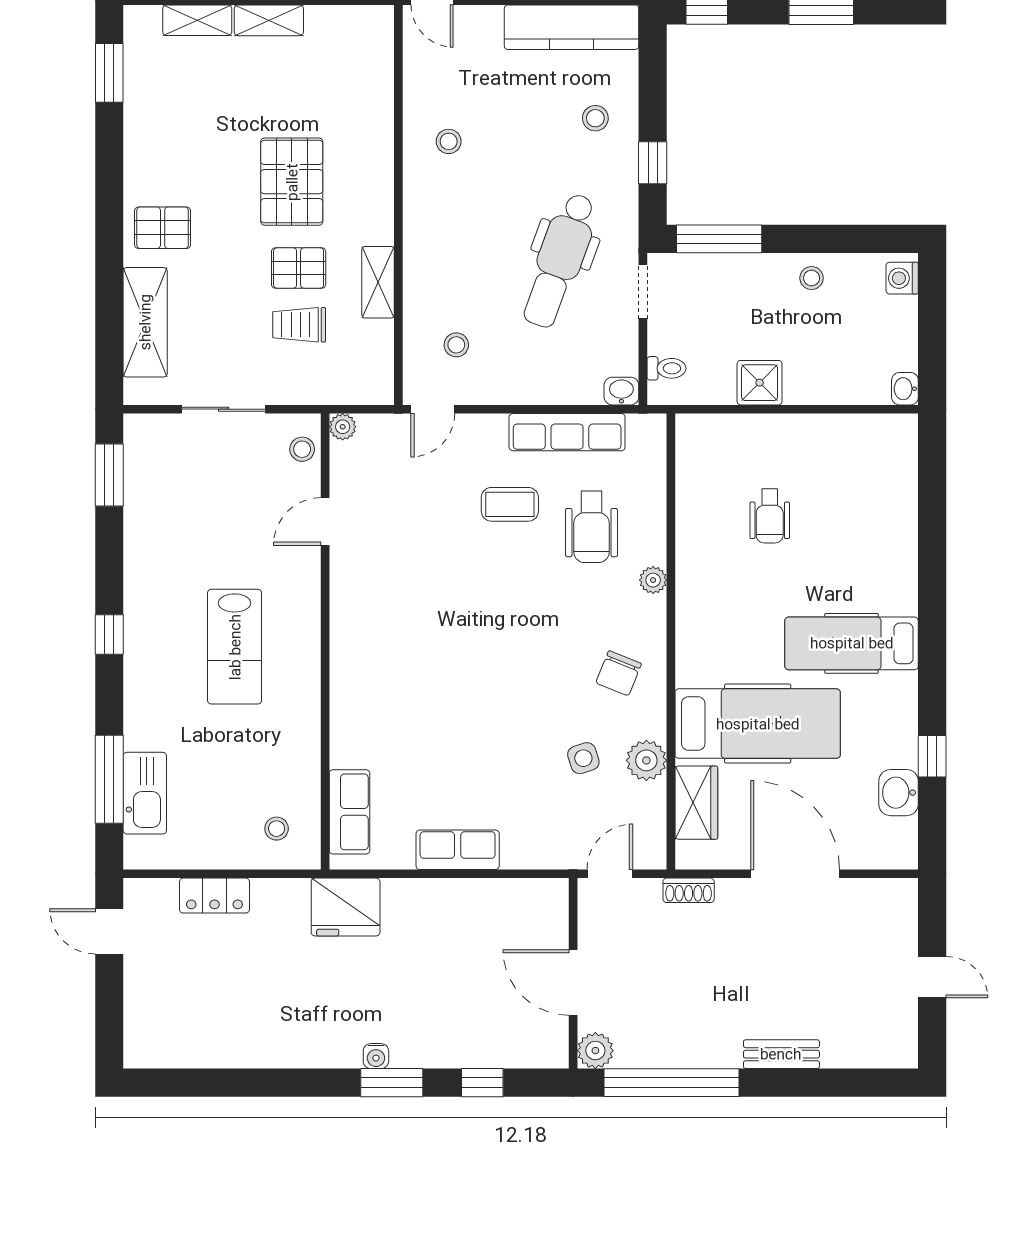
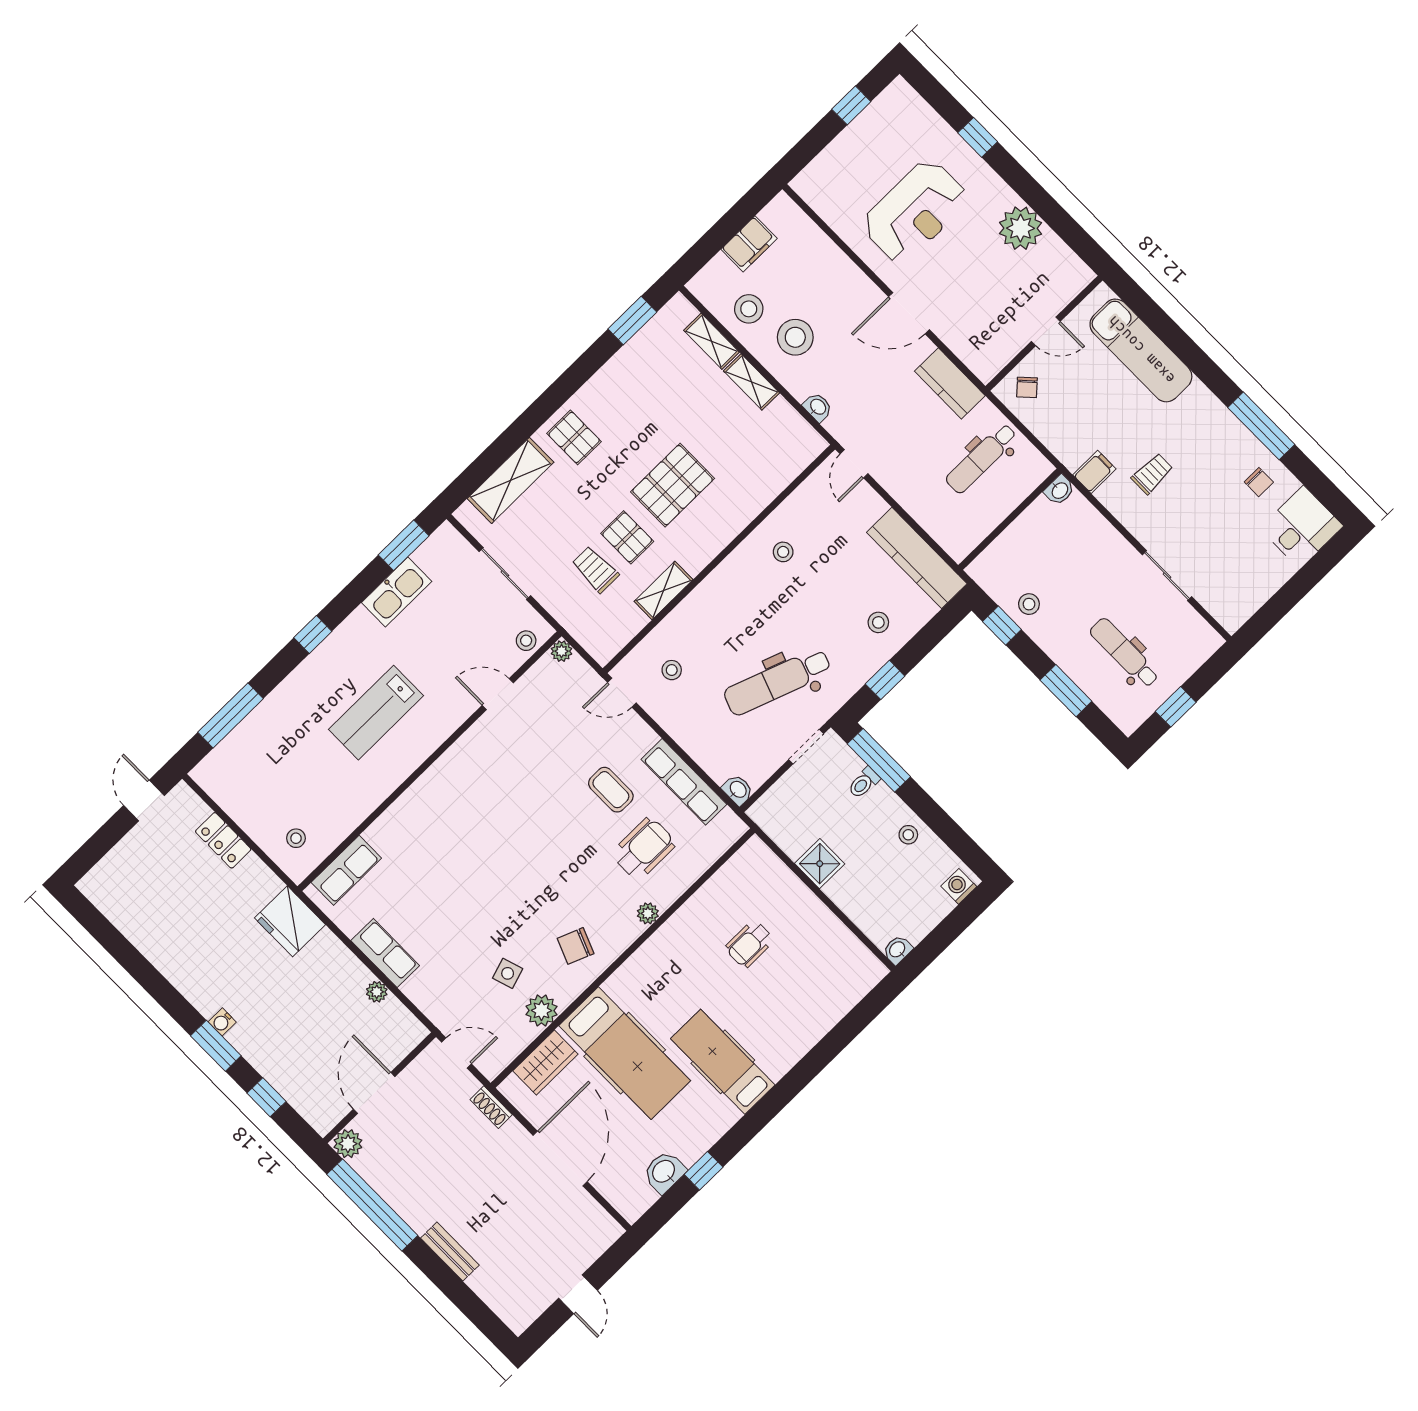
toilet: (666, 368) -> (864, 783), moved, turned 90
wheelchair: (591, 527) -> (644, 849), turned 180
kitchen sink: (145, 793) -> (397, 592), moved
plant: (485, 891) -> (377, 992), added

